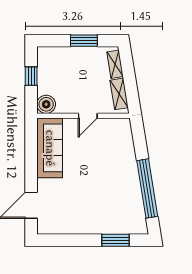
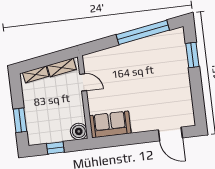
window: (84, 41) -> (20, 120), moved
door: (88, 116) -> (83, 82), moved
sofa: (50, 148) -> (110, 124), width x0.73

